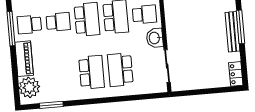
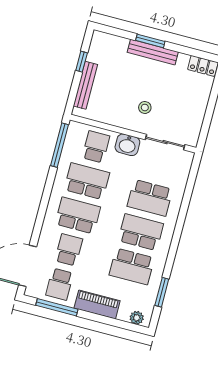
window: (240, 27) -> (150, 41), width x0.69
stool: (188, 41) -> (145, 107), added
school desk: (63, 75) -> (132, 266), added
plant: (29, 87) -> (137, 318), width x0.53, depth x0.53

